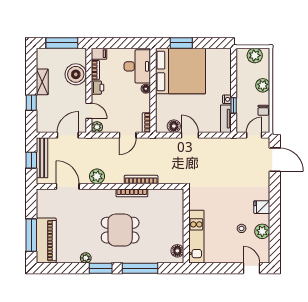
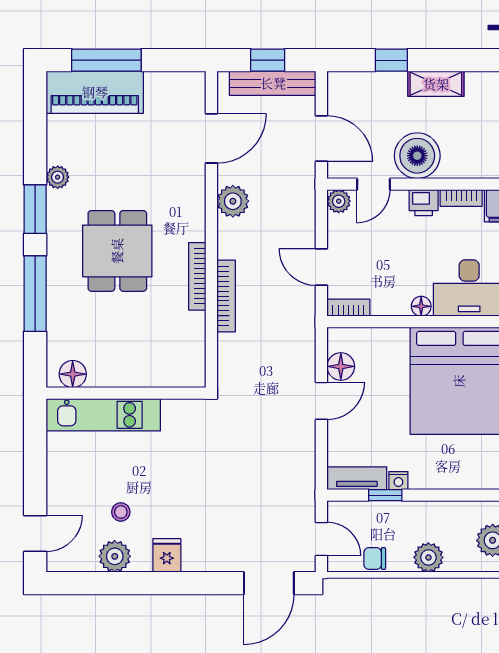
boiler: (76, 74) -> (417, 156), moved

